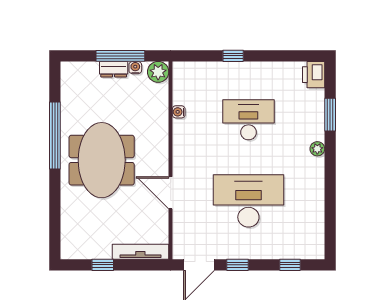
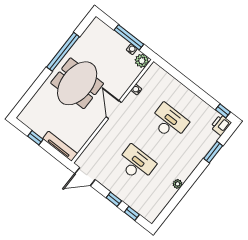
window: (233, 56) -> (223, 111), moved
dresser: (114, 69) -> (120, 41), removed
plant: (317, 149) -> (178, 184), moved
door: (171, 193) -> (114, 110), moved
desk: (248, 201) -> (136, 164), width x0.73, depth x0.77
window: (238, 265) -> (114, 199), moved

